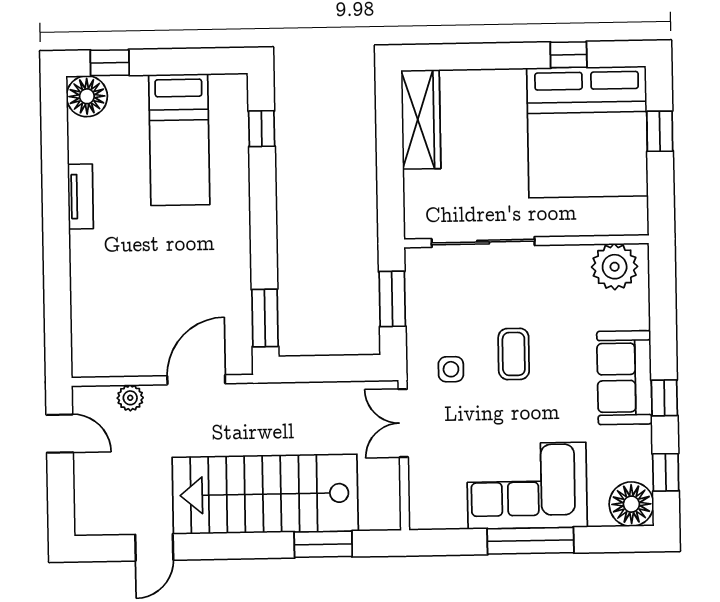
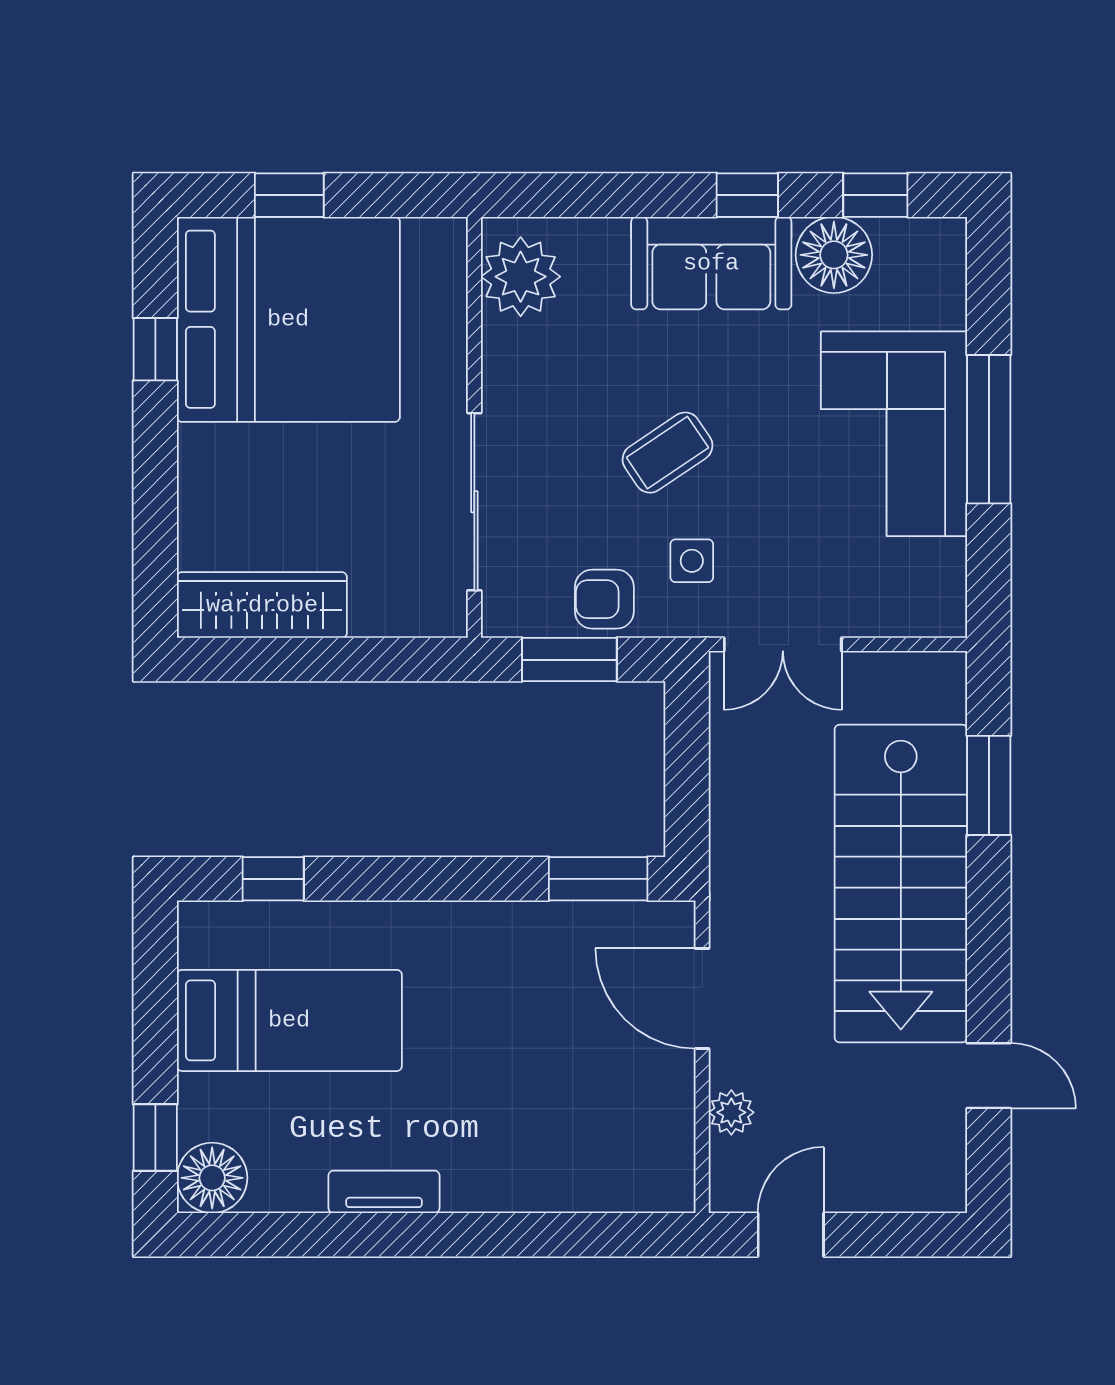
armchair: (428, 319) -> (604, 599), added
coffee table: (514, 354) -> (667, 453), turned -34
floor lamp: (631, 504) -> (834, 255), moved

